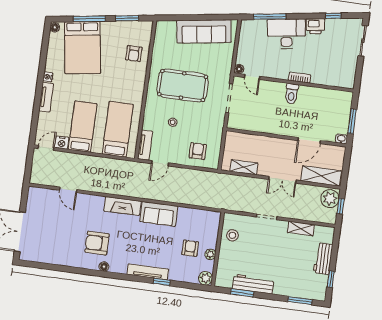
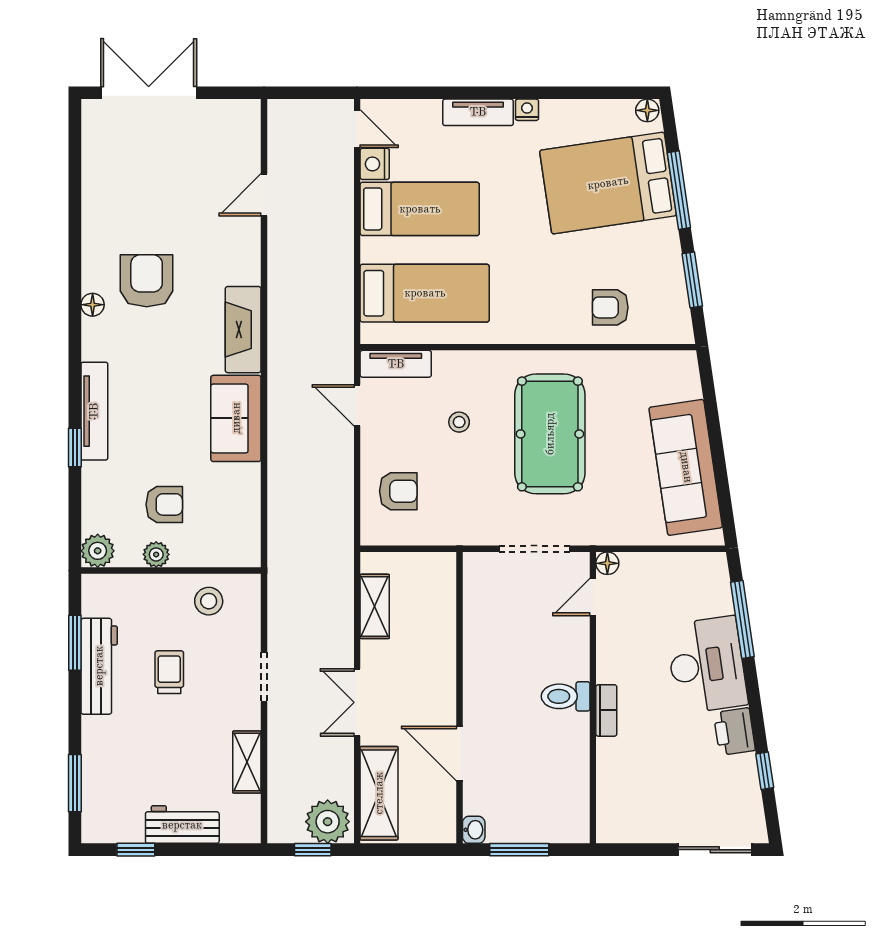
trolley: (259, 256) -> (169, 672), added

